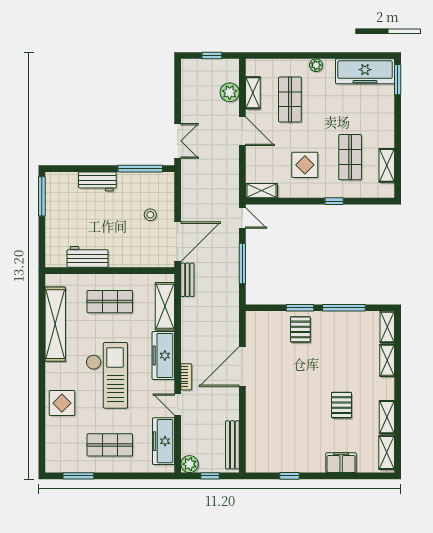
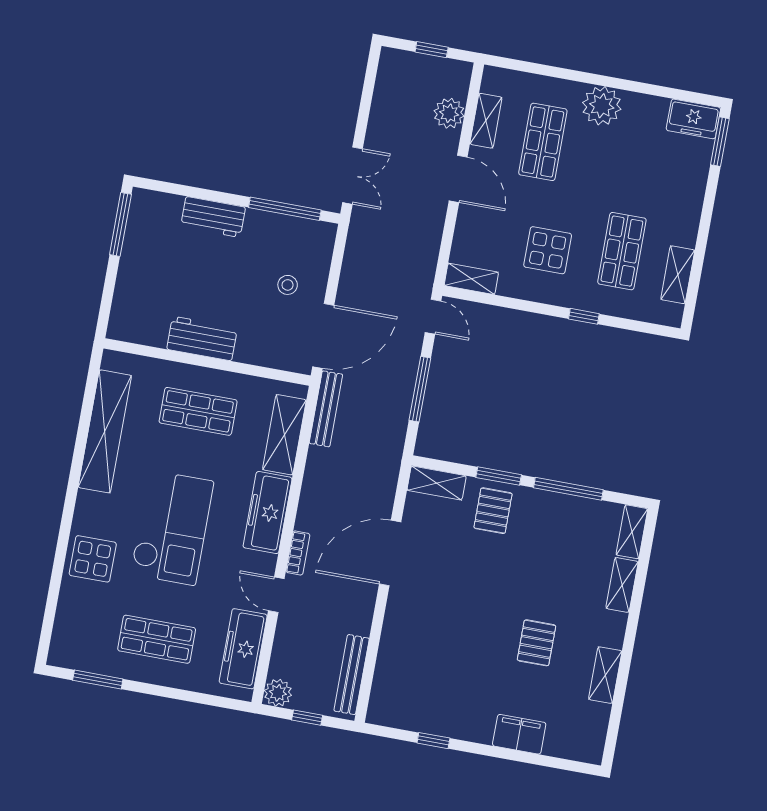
plant: (316, 65) -> (602, 106), width x1.88, depth x1.88
freezer: (365, 71) -> (693, 119), width x0.52, depth x0.79
workbench: (88, 257) -> (202, 339), moved
bench: (187, 280) -> (326, 409), width x1.36
shelving: (387, 452) -> (437, 483), moved, turned 90

